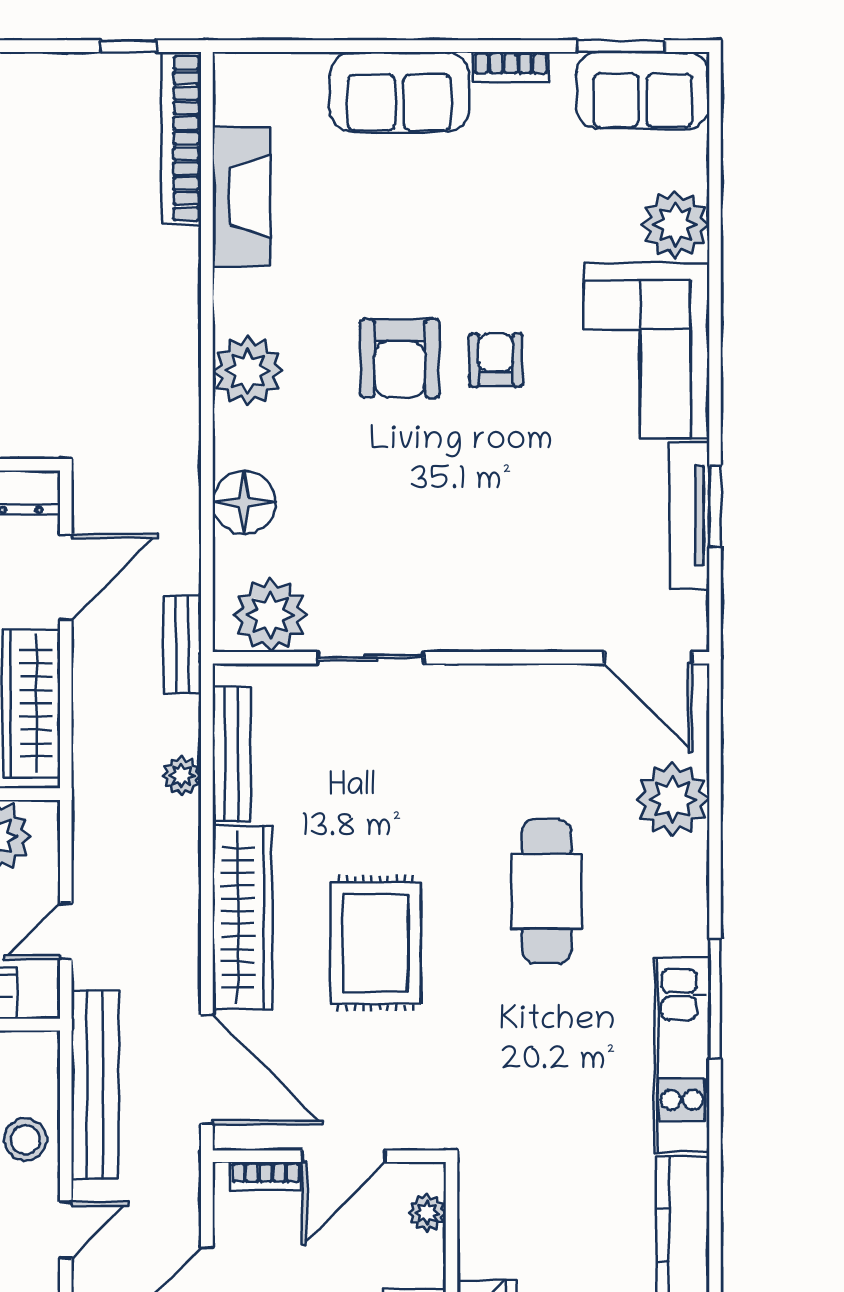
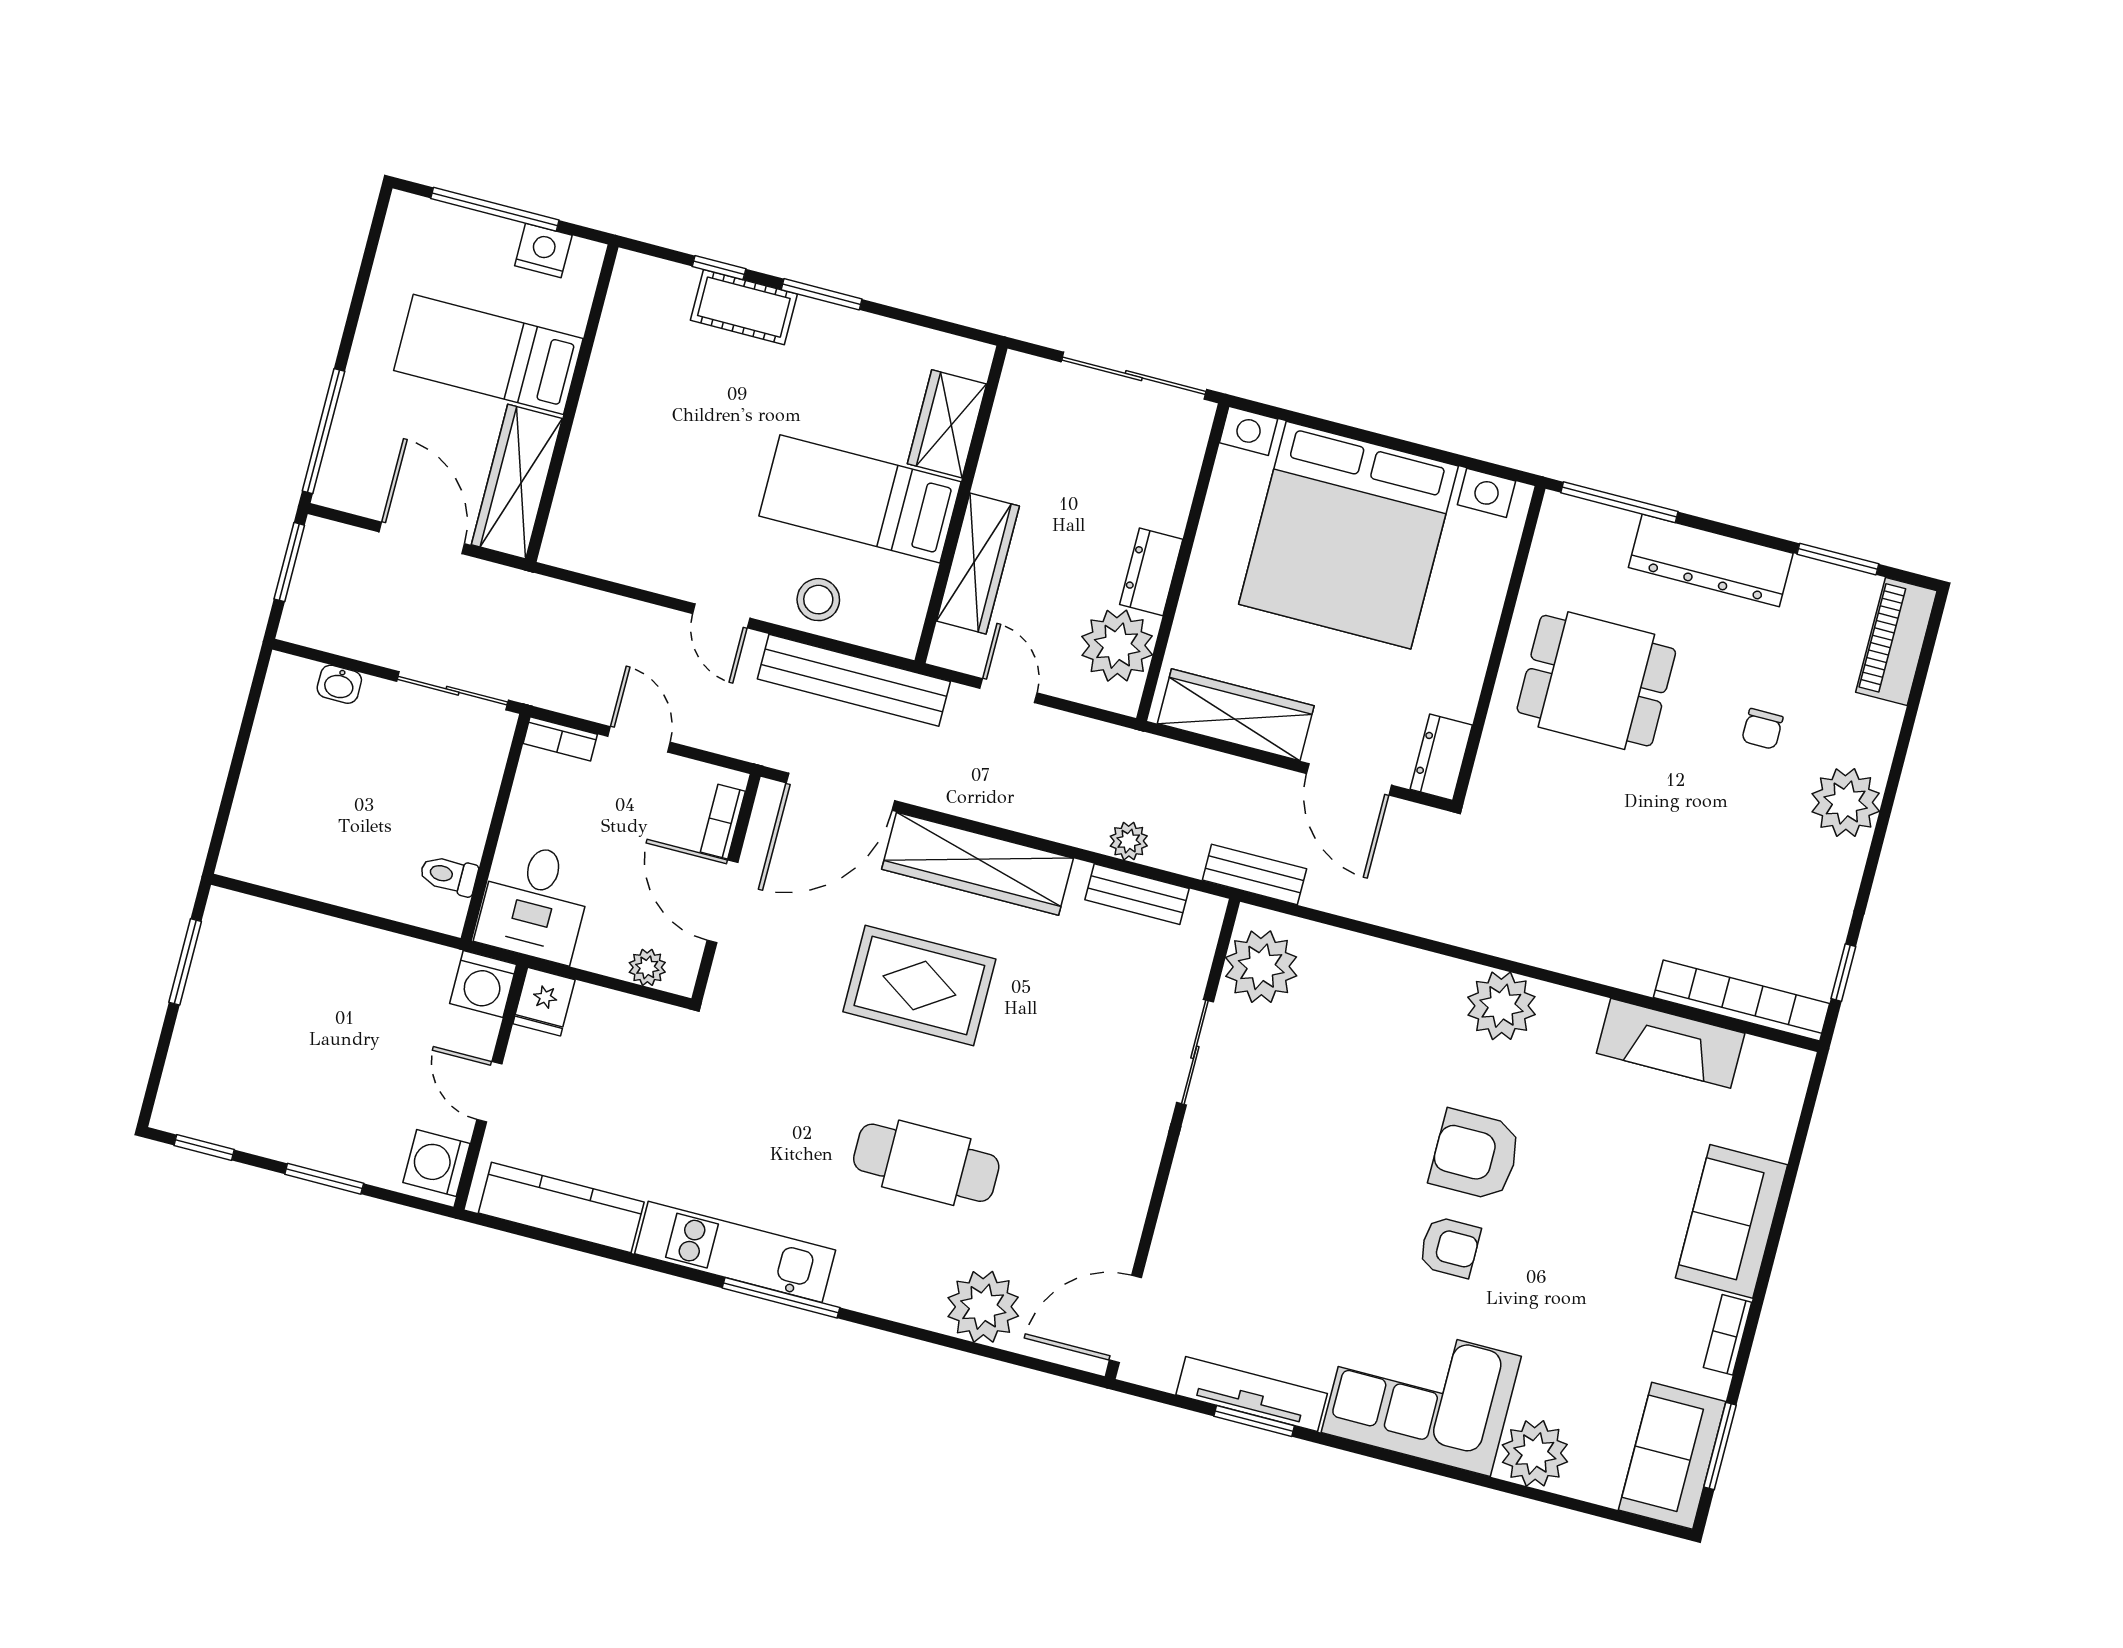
floor lamp: (244, 502) -> (1376, 969), removed
bench: (231, 754) -> (1137, 894), width x0.73

